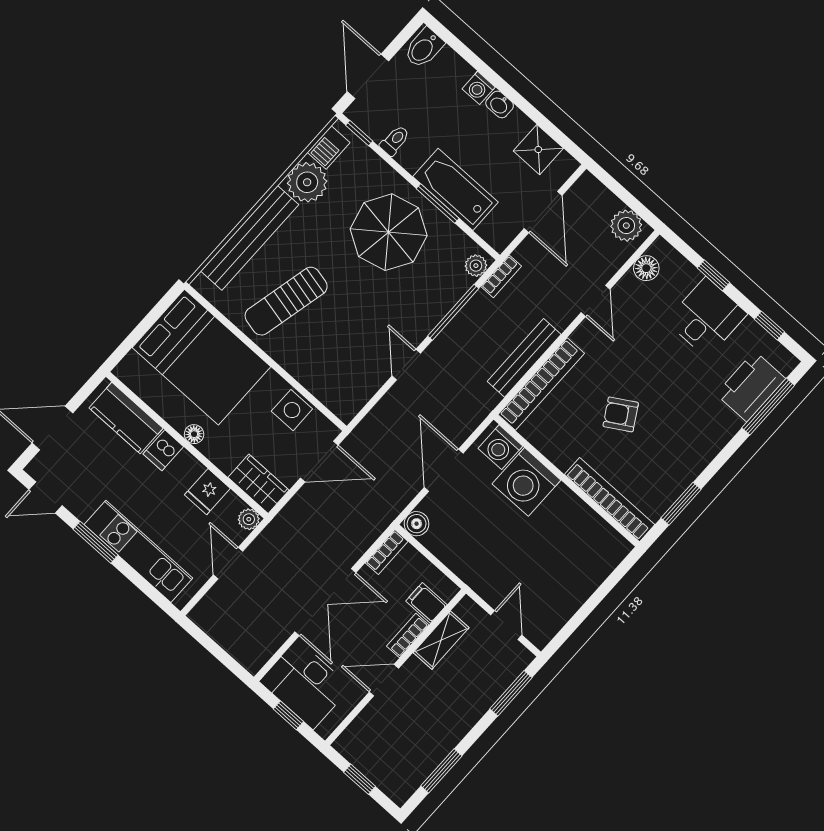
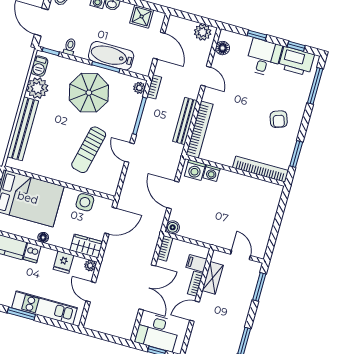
sun lounger: (286, 301) -> (89, 150), moved
printer: (751, 386) -> (296, 61), moved, turned -90
armchair: (621, 414) -> (279, 119), moved, turned -78
washing machine: (526, 482) -> (212, 173), width x0.53, depth x0.53

